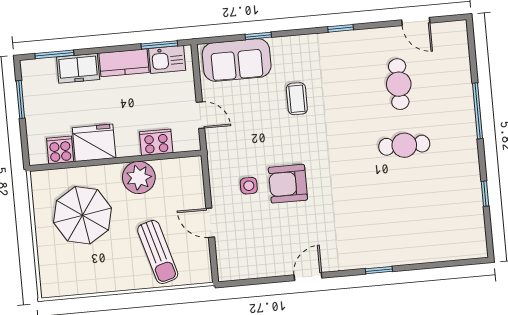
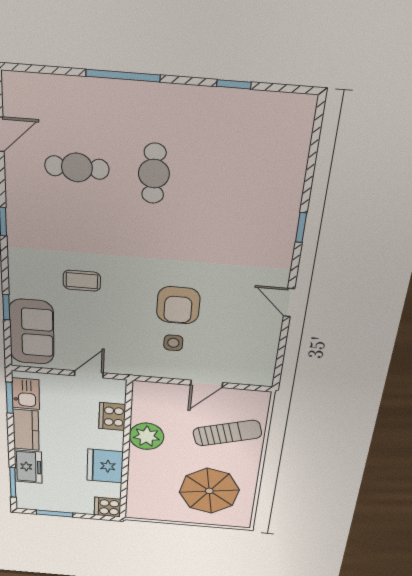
cooker: (60, 150) -> (108, 507), moved
parasol: (82, 215) -> (209, 491), moved

